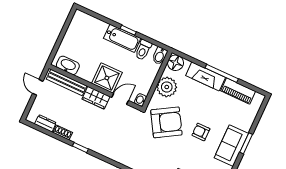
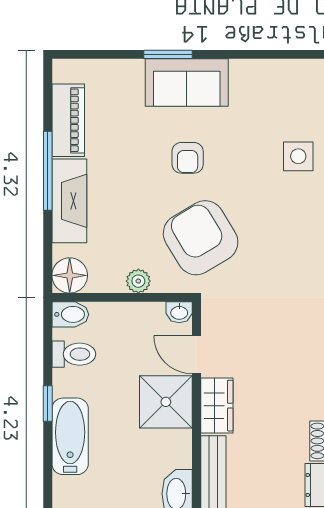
bathtub: (122, 38) -> (70, 436), moved
plant: (167, 87) -> (138, 281), width x0.53, depth x0.53

